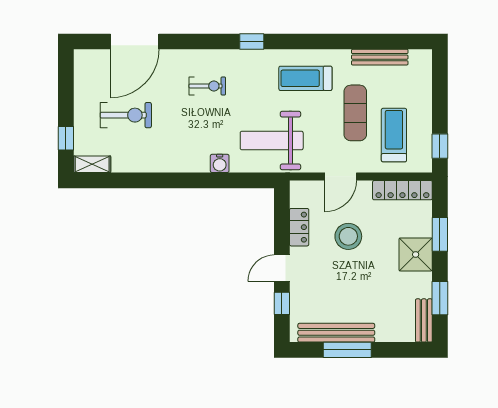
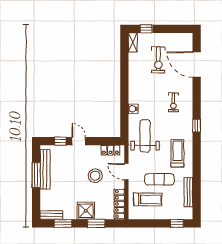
window: (440, 146) -> (177, 223), moved
locker: (299, 227) -> (110, 150), moved

